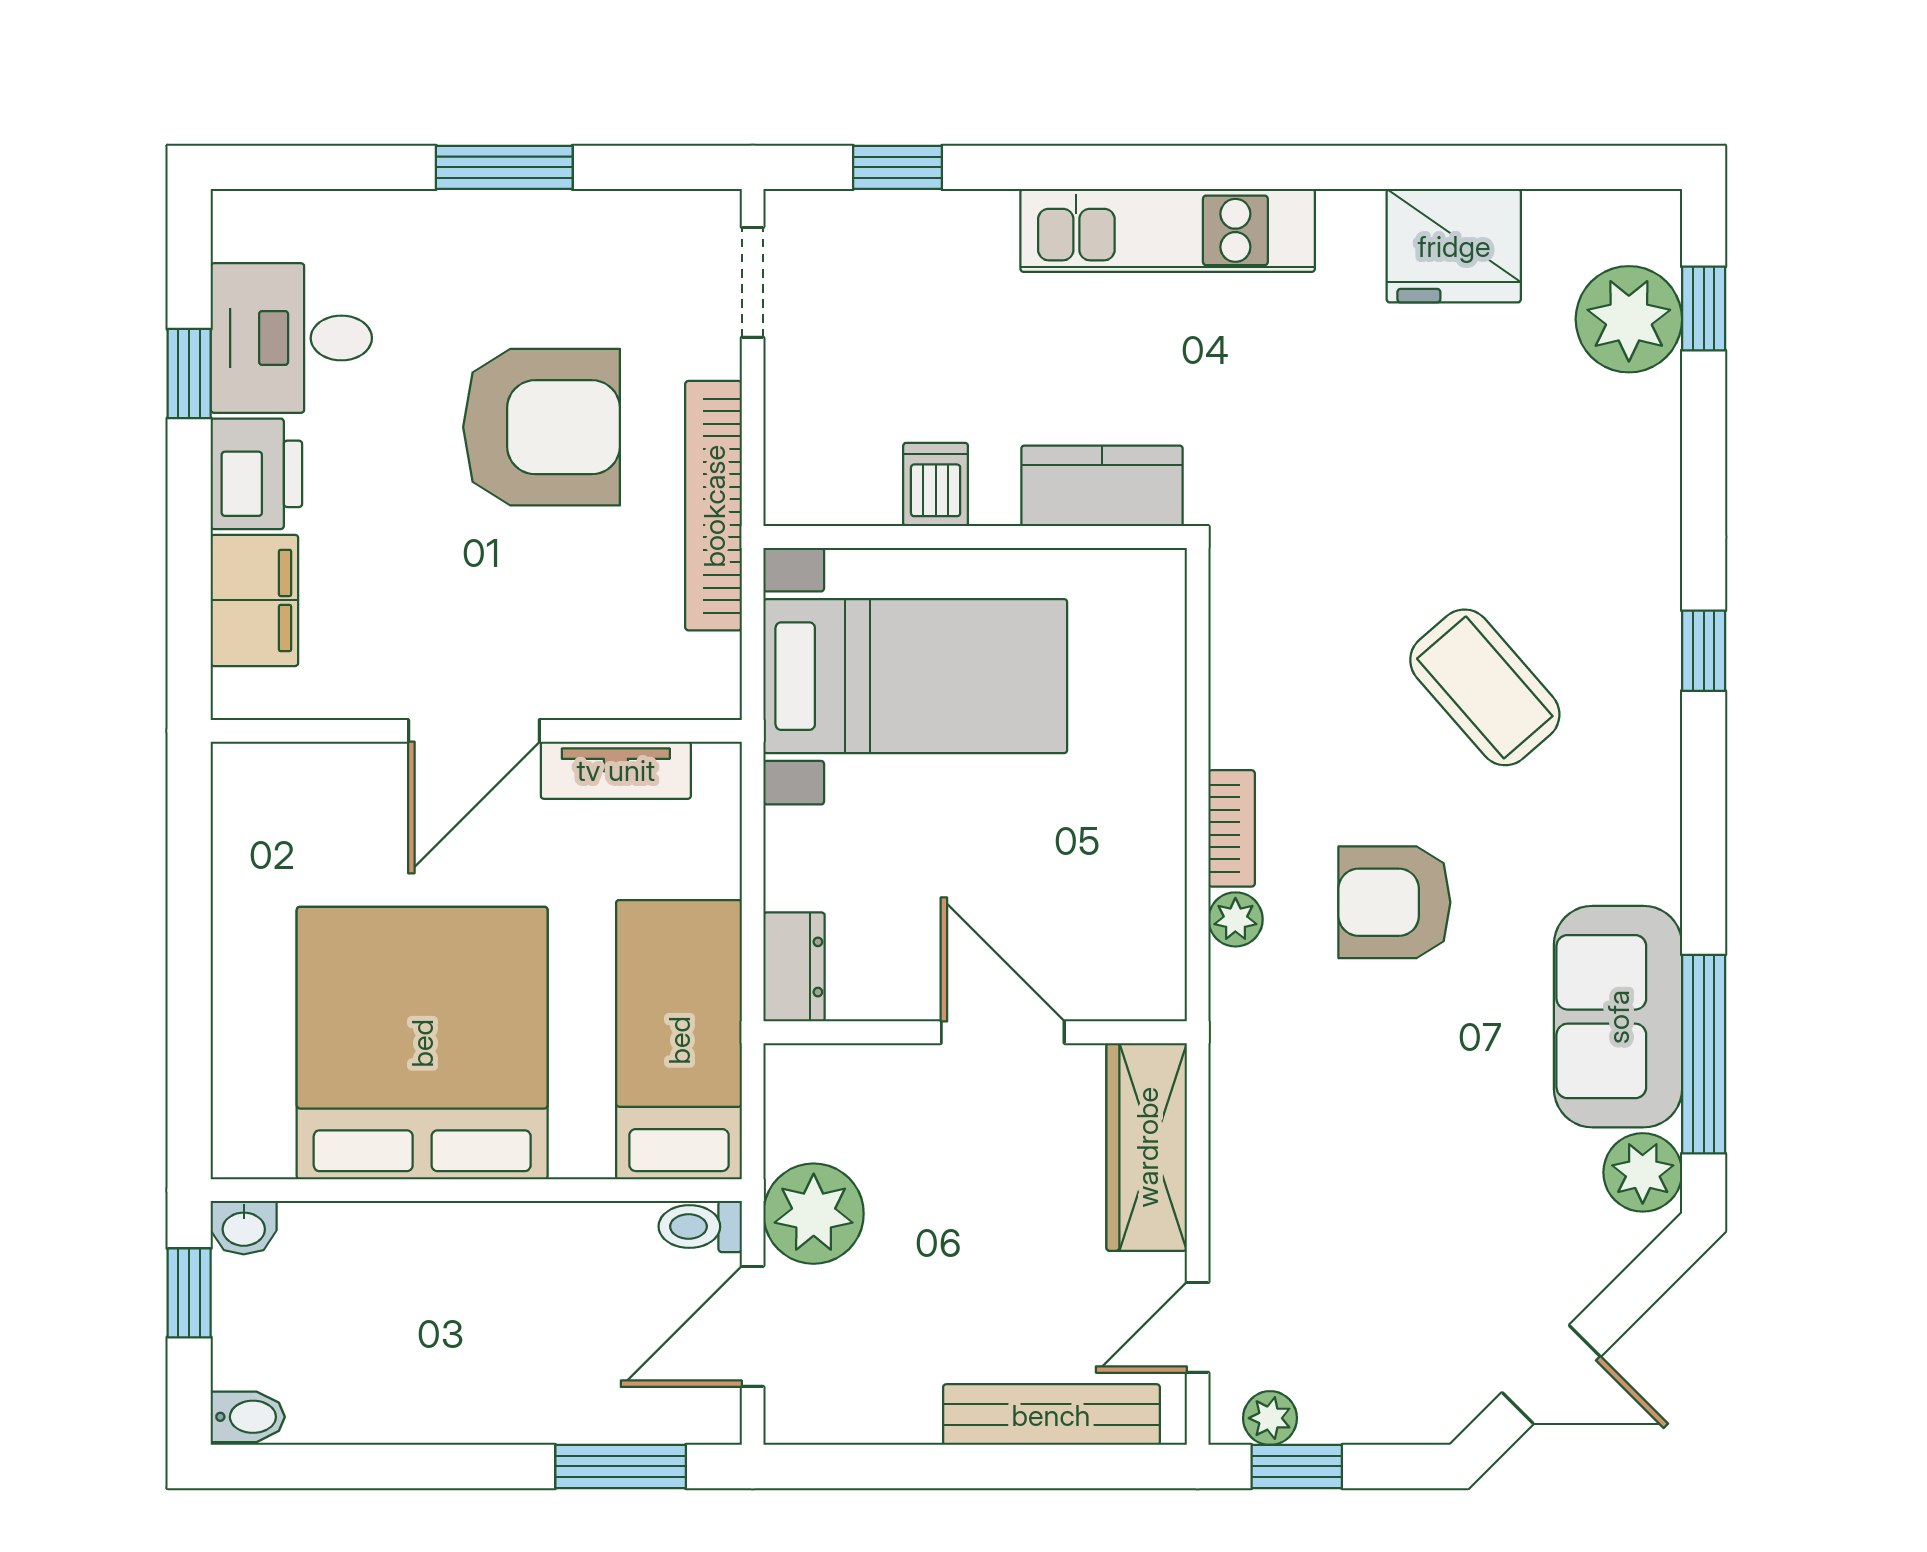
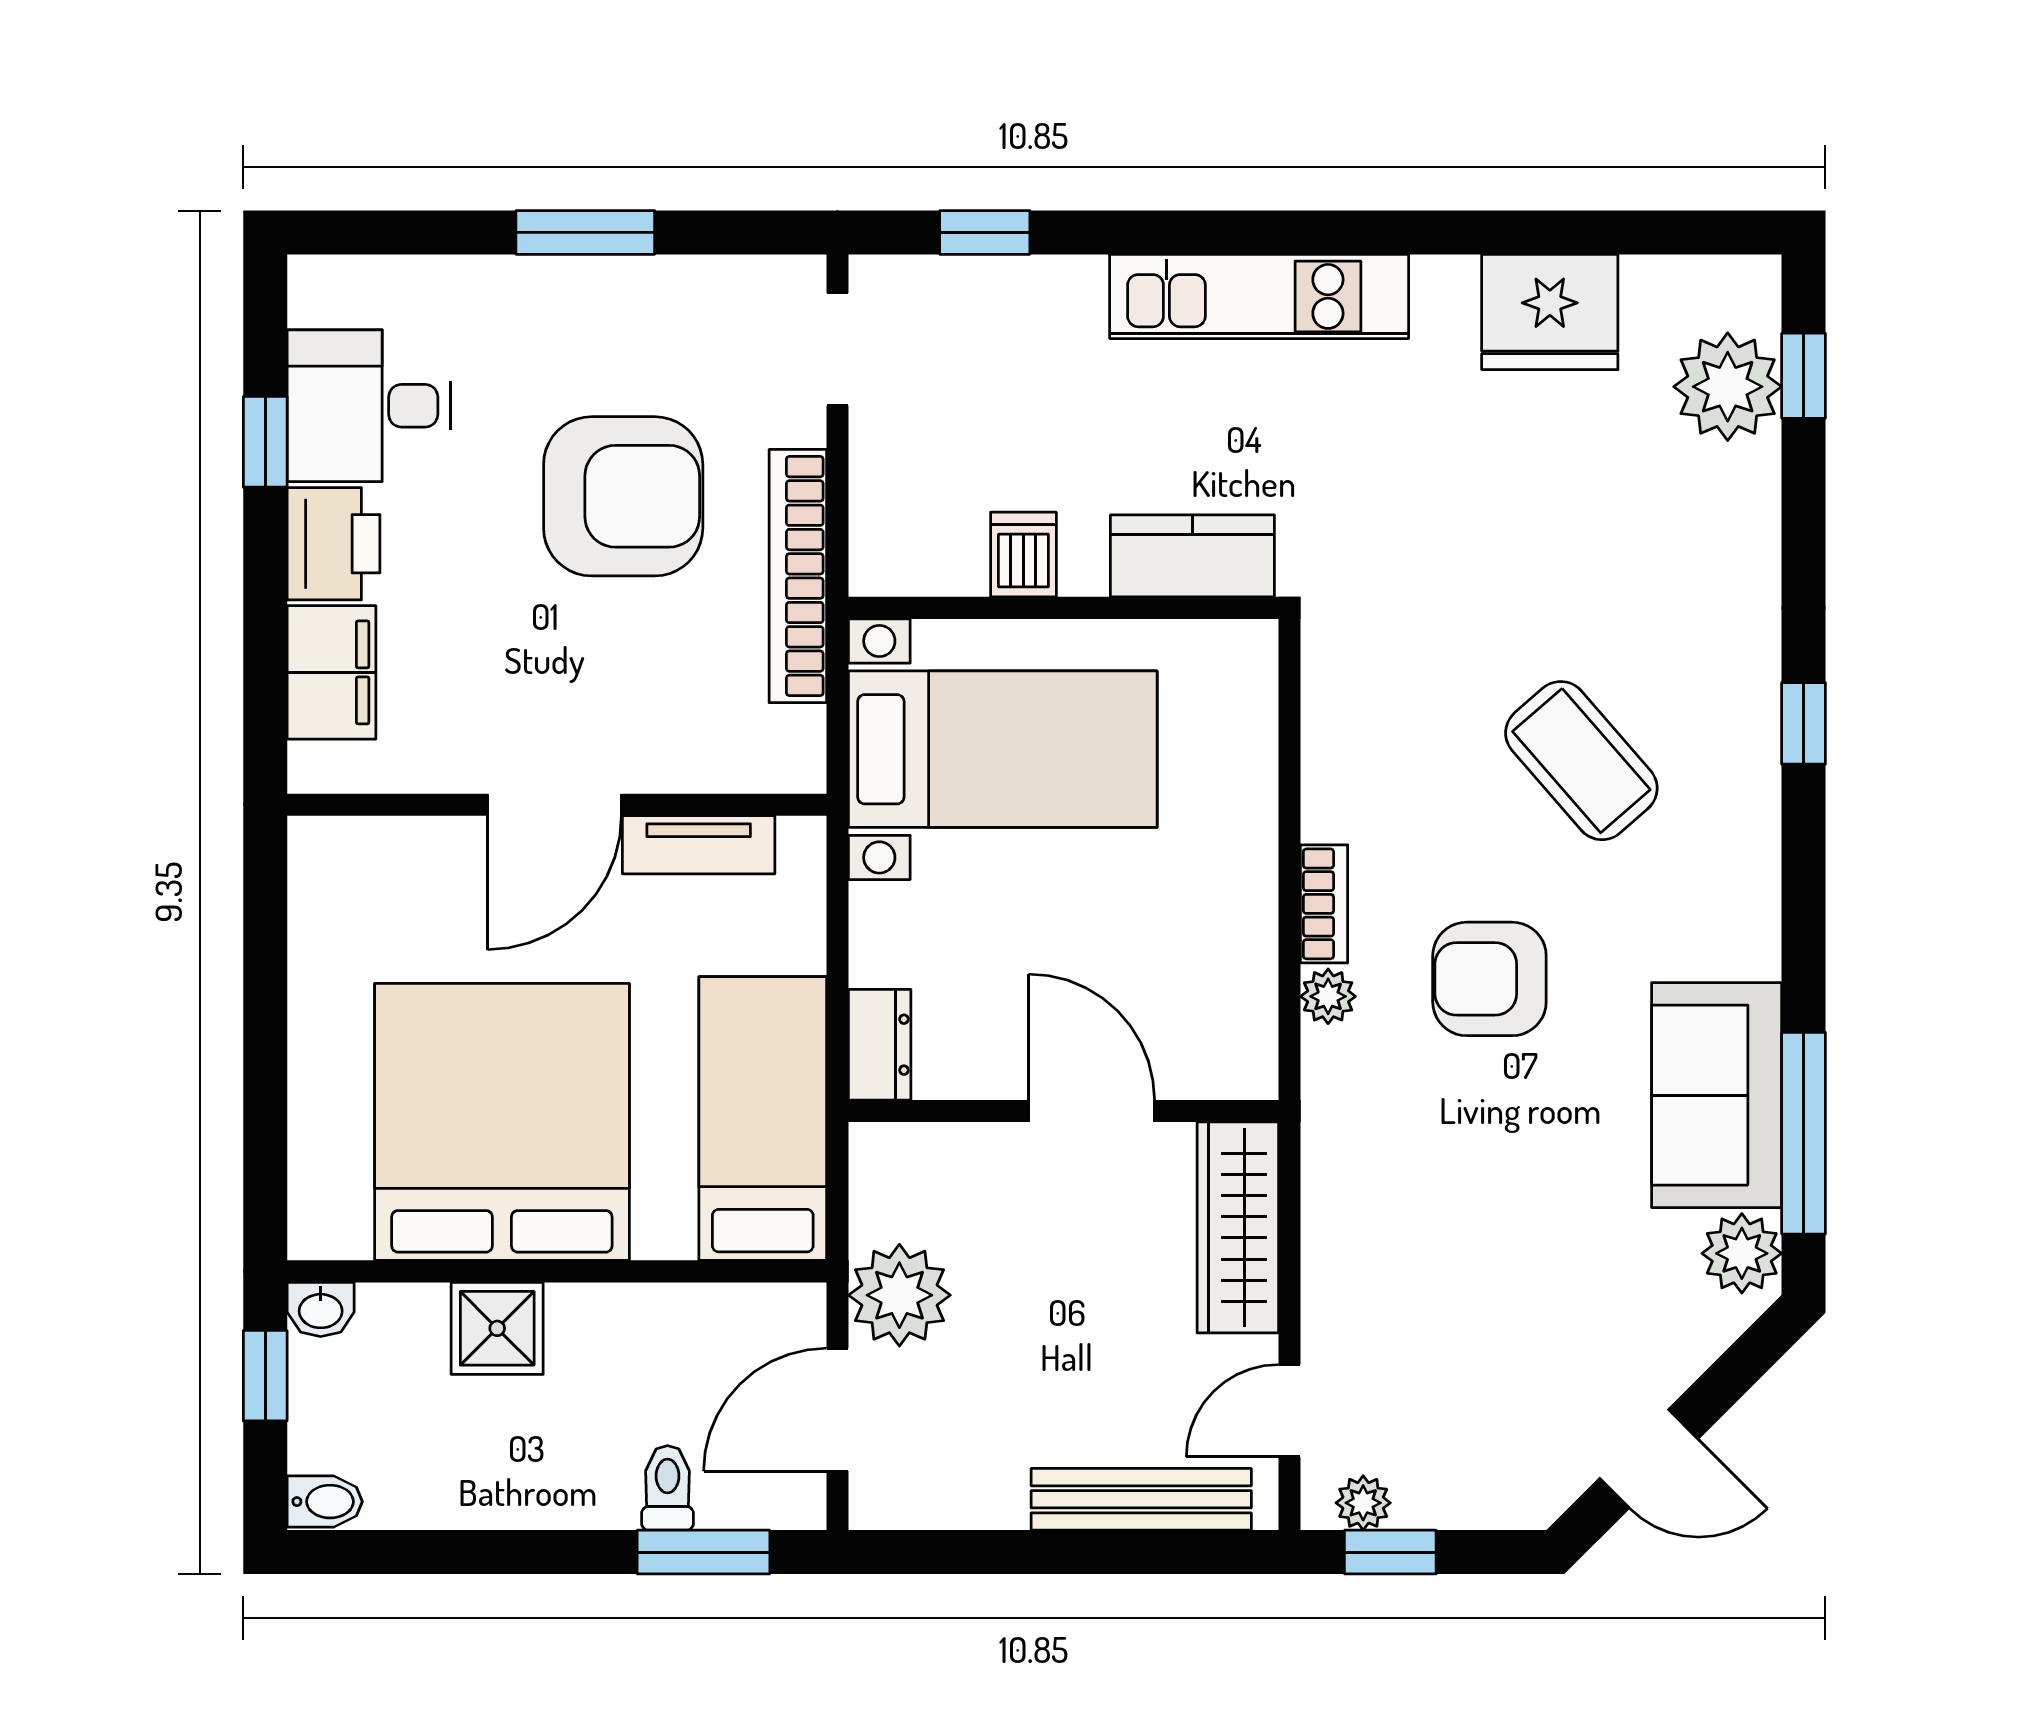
toilet: (700, 1226) -> (668, 1488), moved, turned 90
shower: (418, 1246) -> (497, 1328), added

